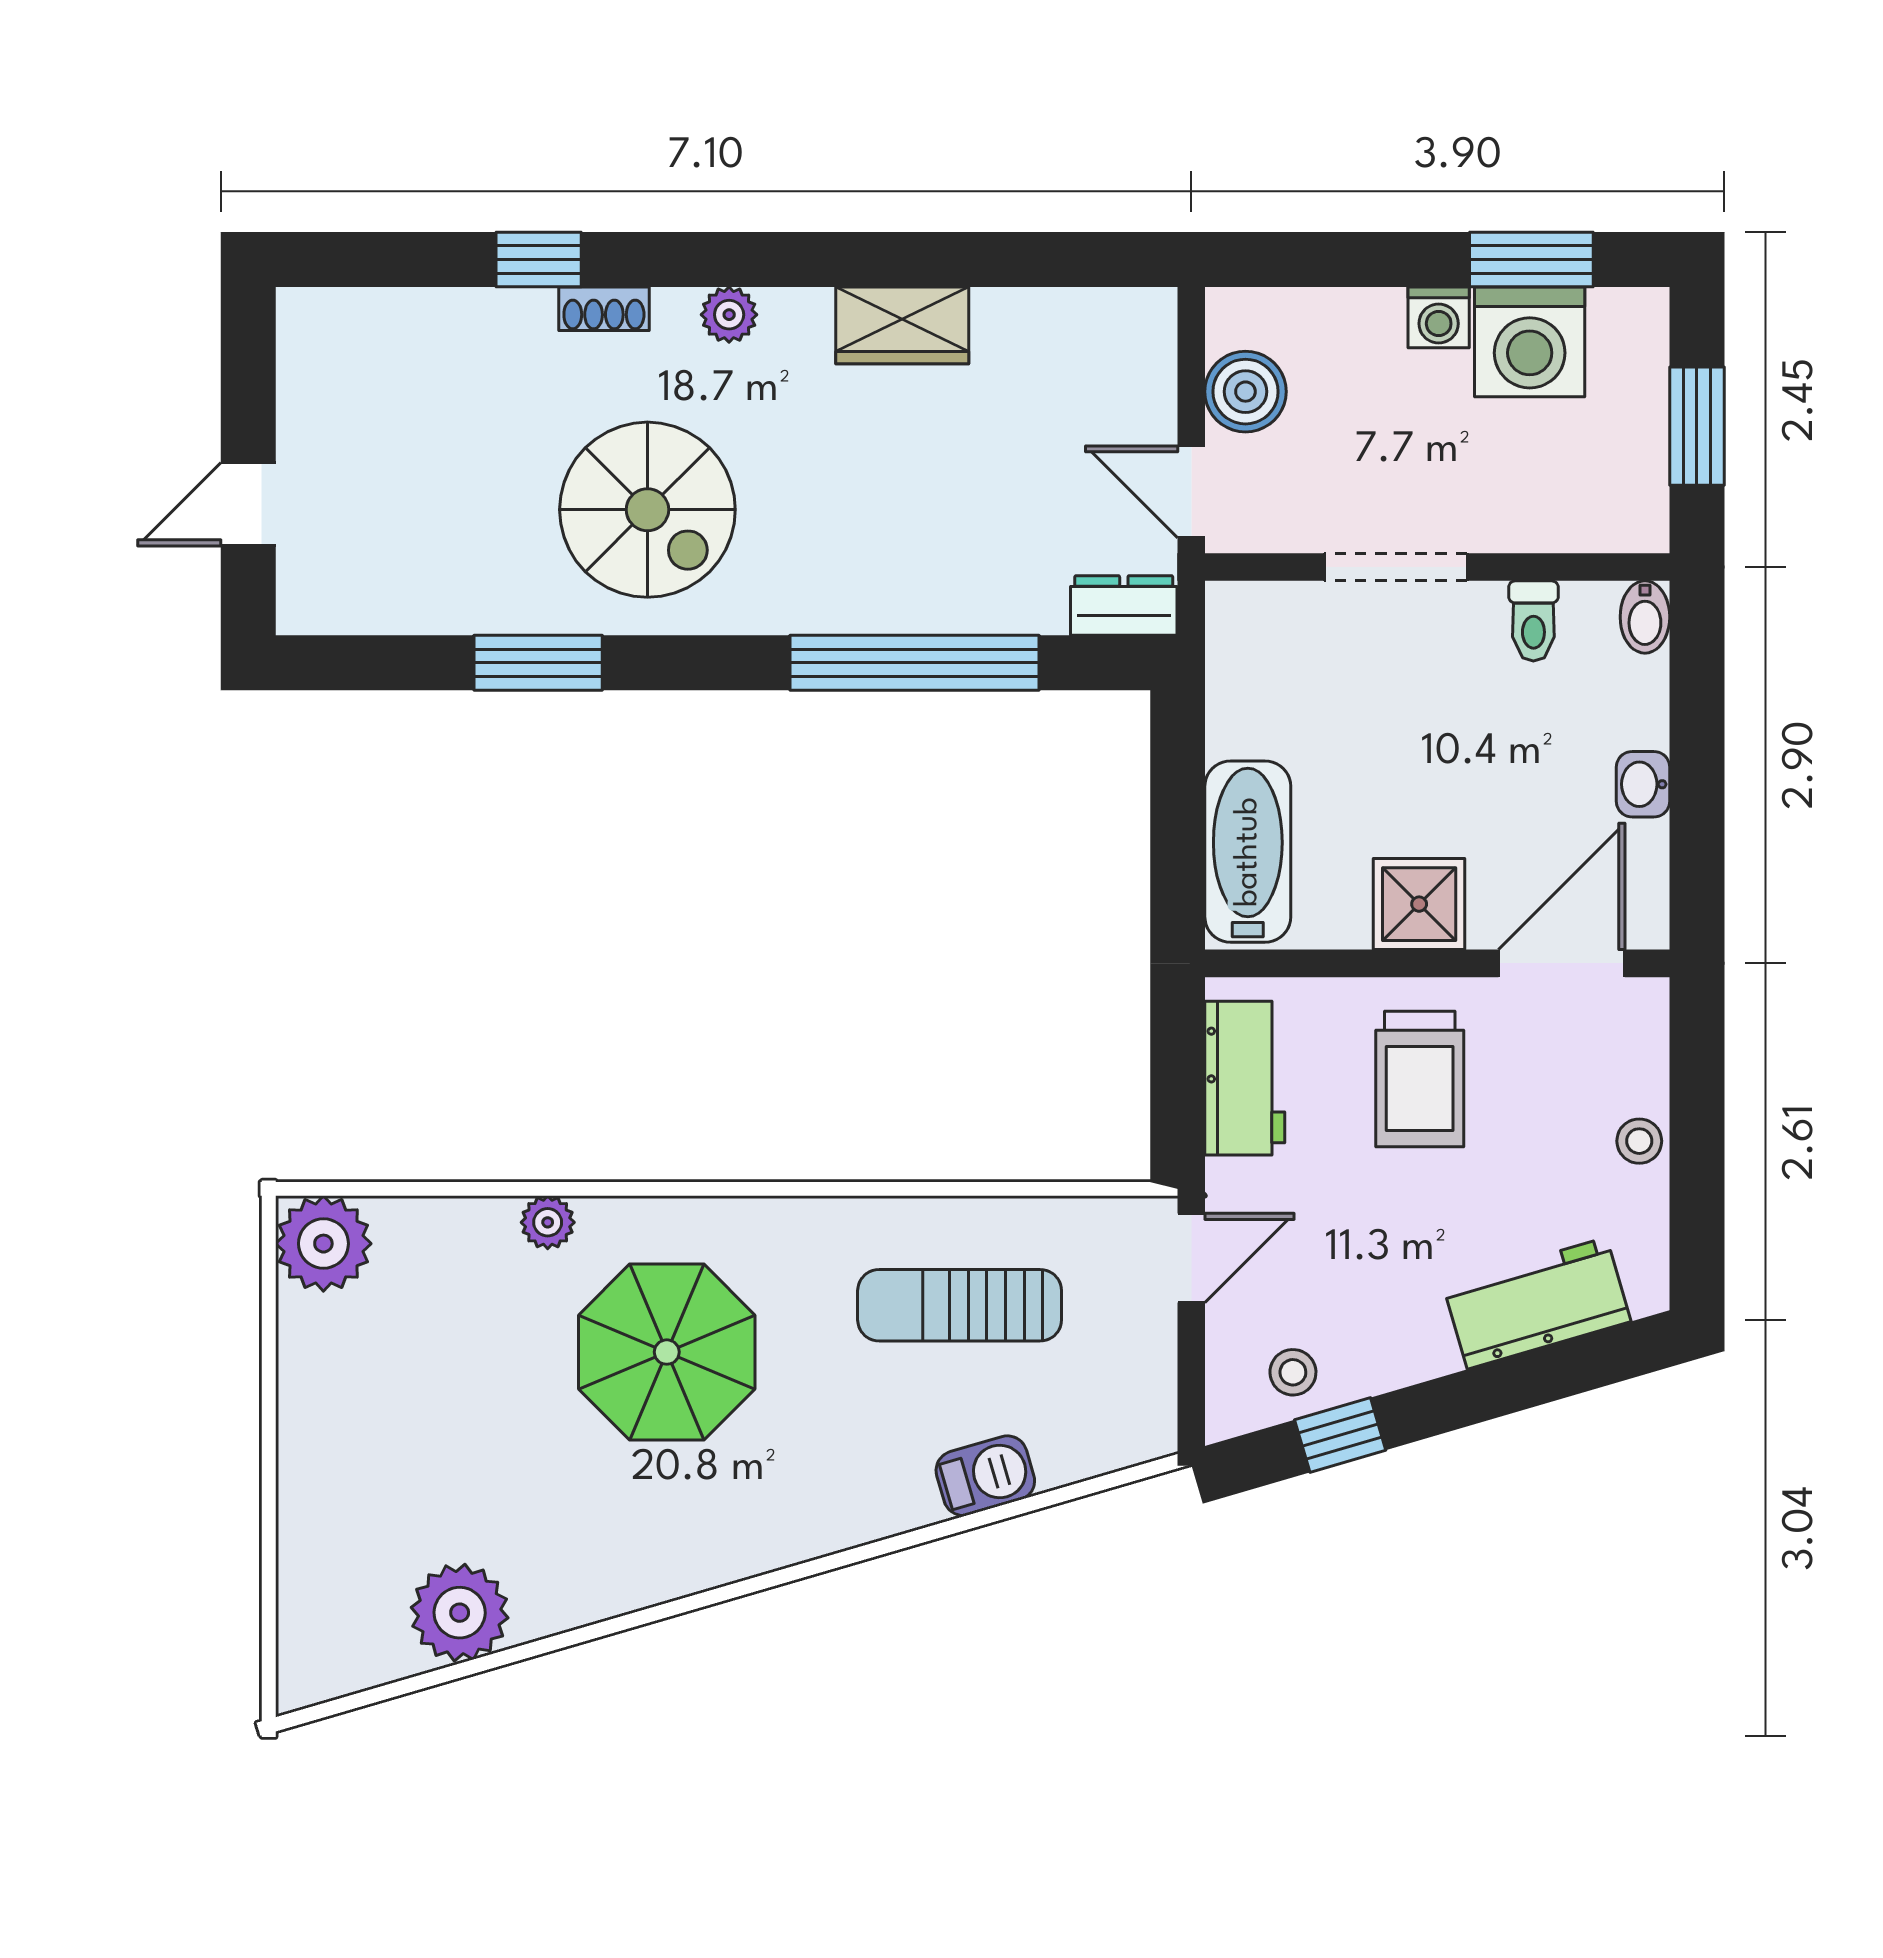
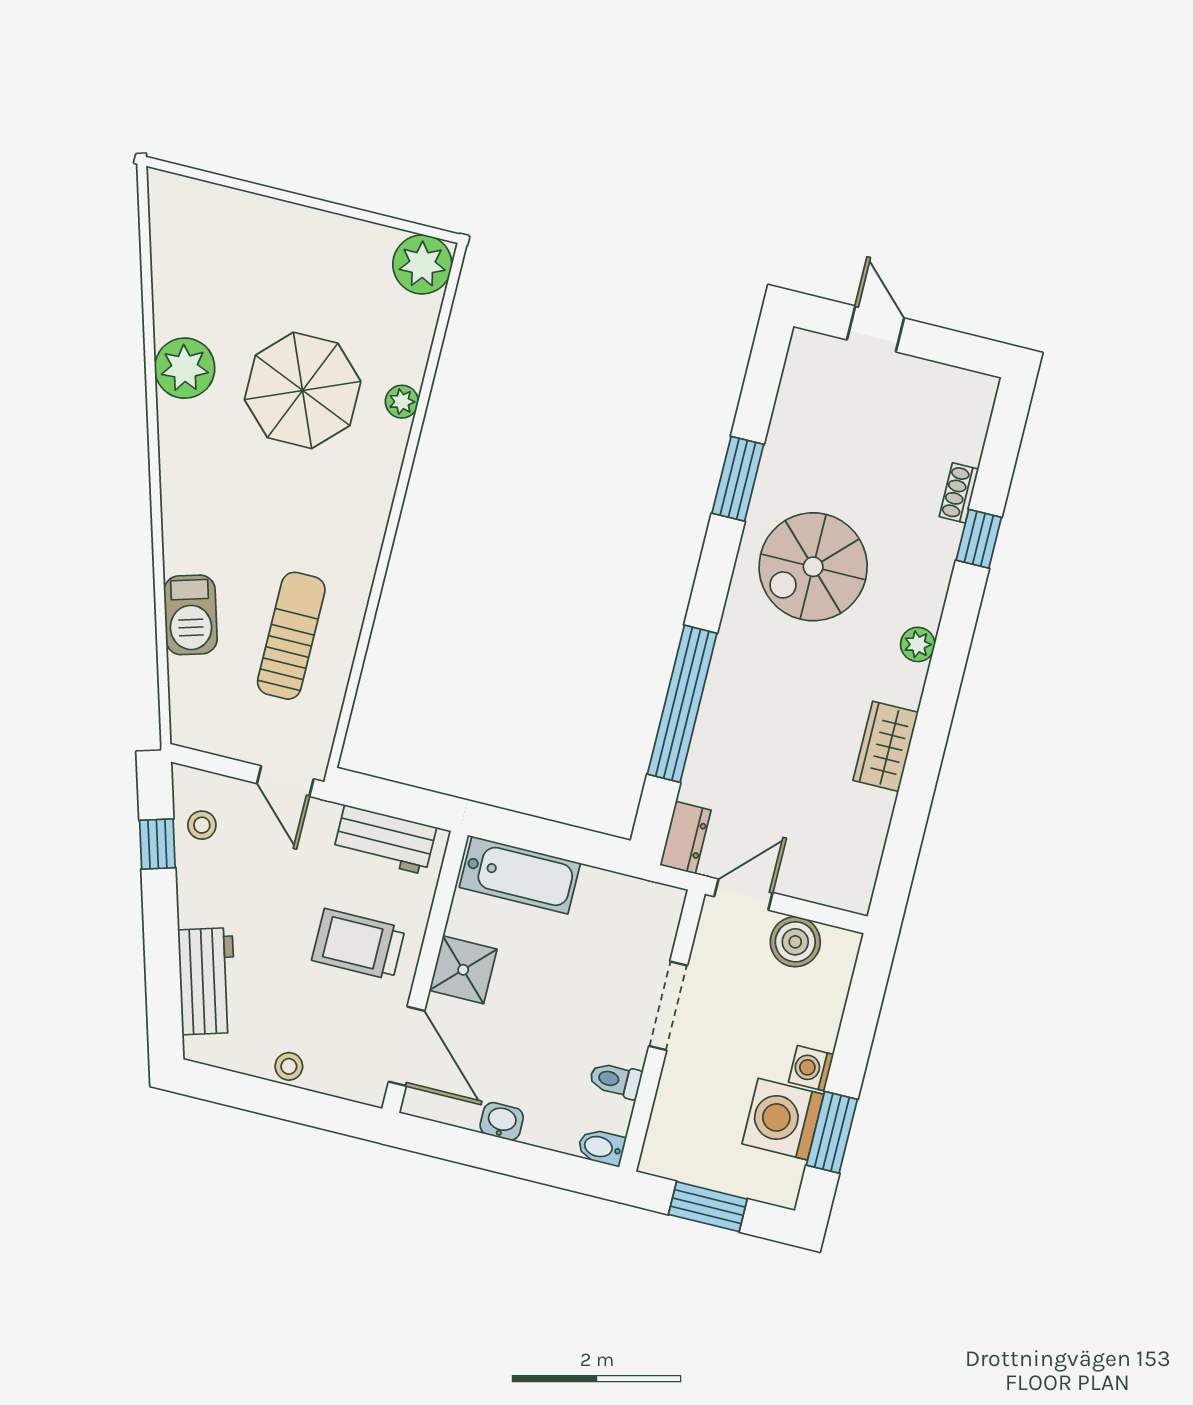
shoe rack: (604, 309) -> (959, 493), moved
parasol: (667, 1352) -> (303, 390), moved
barbecue: (985, 1476) -> (191, 615), width x1.38, depth x1.27
plant: (460, 1613) -> (185, 368), moved

